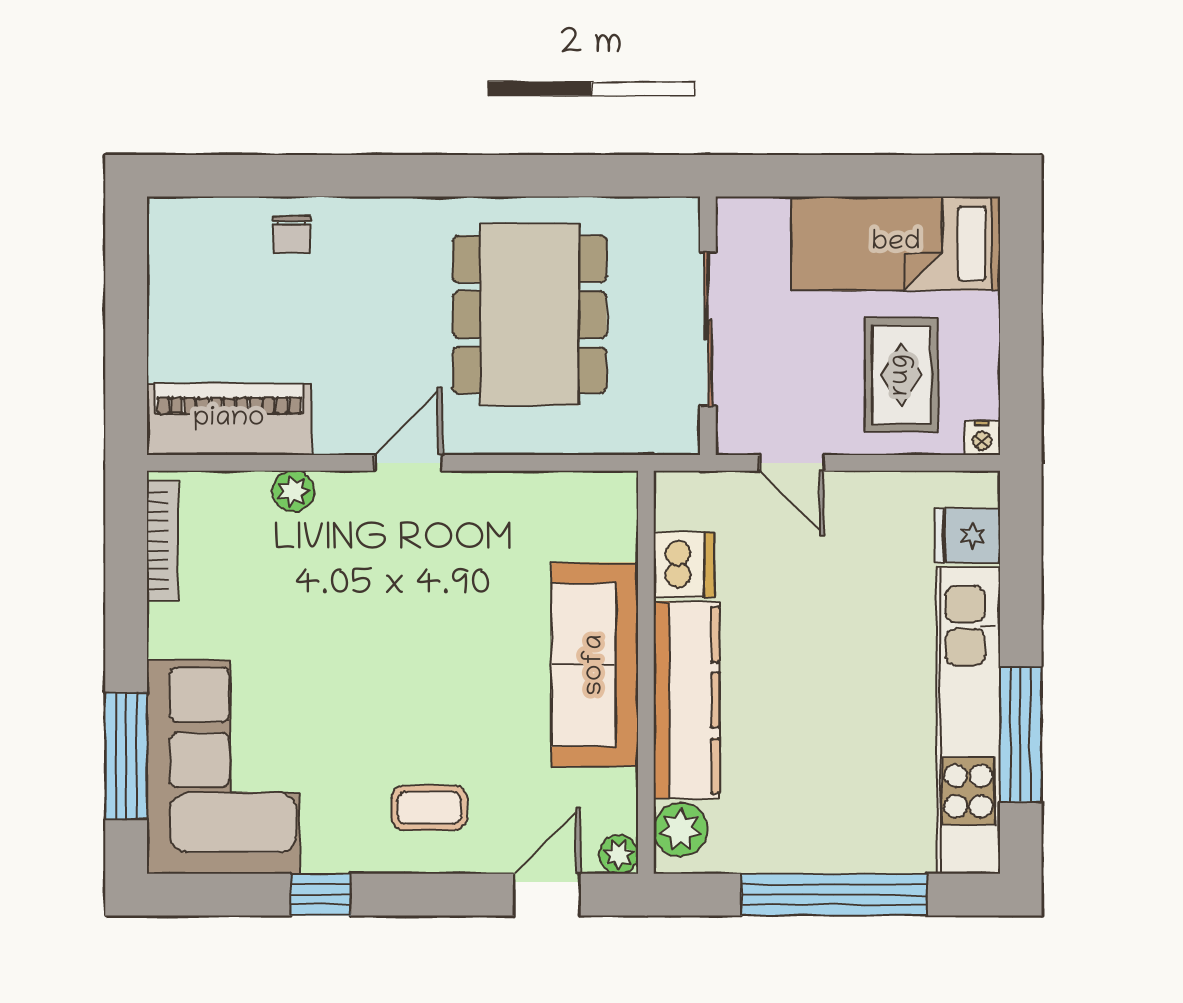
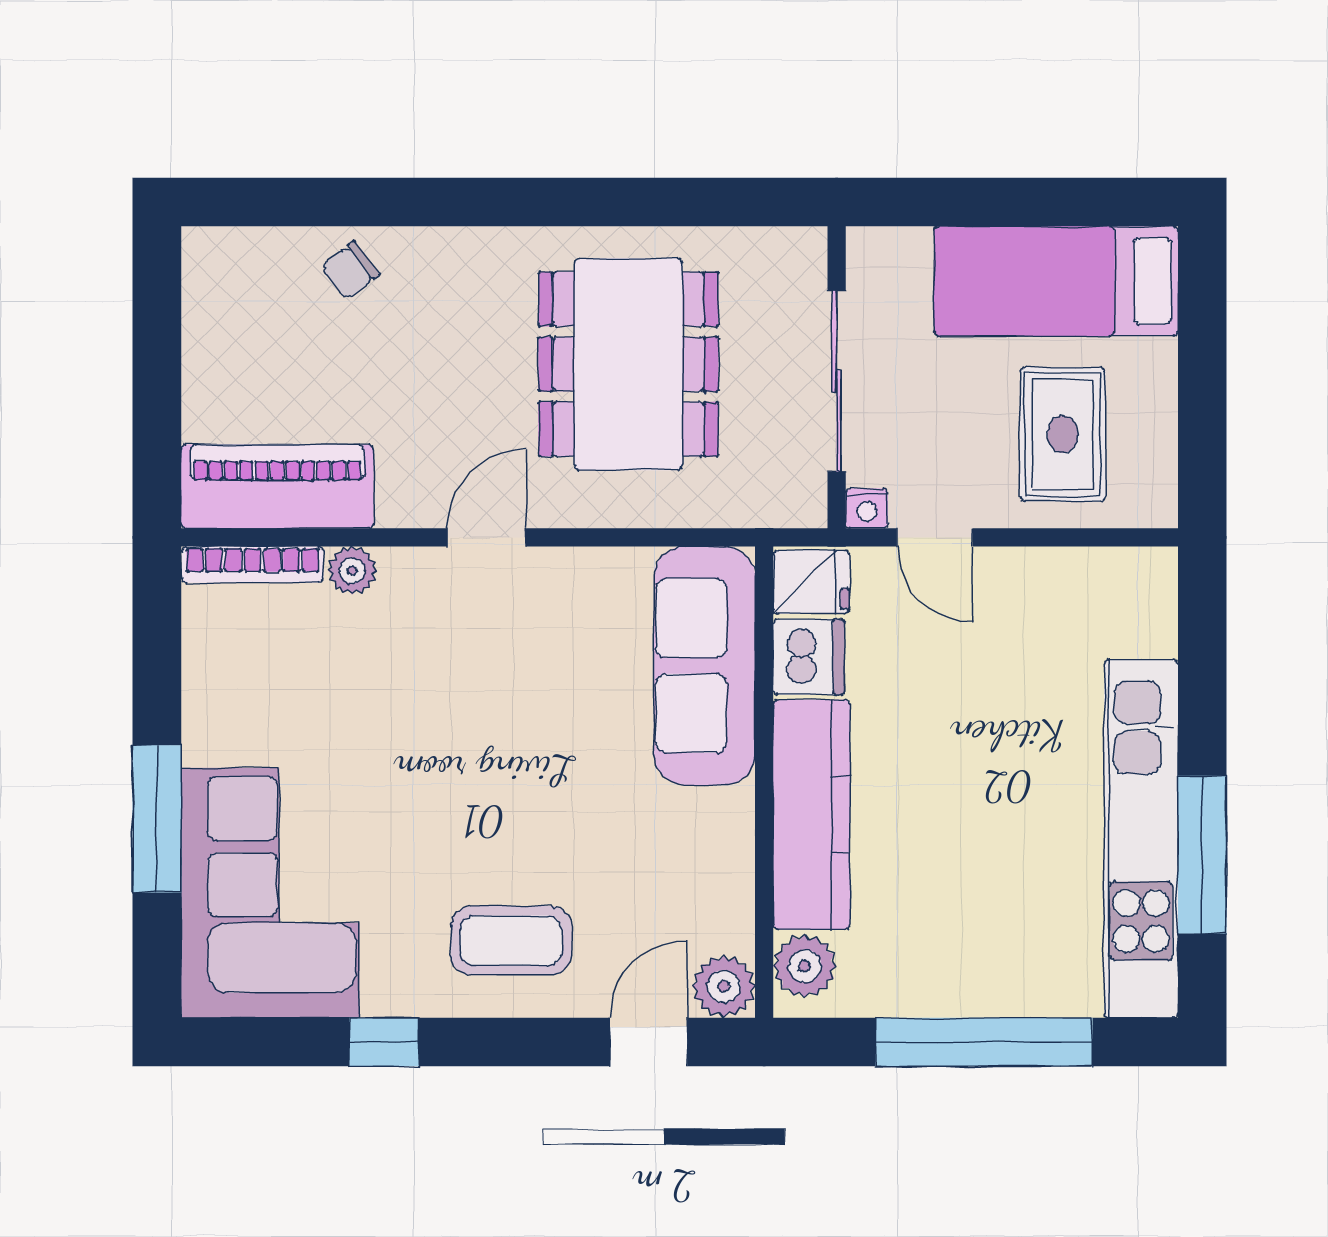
chair: (292, 234) -> (350, 271), turned 53
nightstand: (982, 438) -> (867, 508), moved
fridge: (967, 536) -> (811, 582), moved, turned 180
bookcase: (162, 540) -> (253, 564), moved, turned 90
sofa: (595, 665) -> (704, 666), moved
window: (126, 756) -> (157, 819), moved
coffee table: (429, 808) -> (511, 941), width x1.36, depth x1.30
plant: (619, 854) -> (724, 986), width x1.38, depth x1.38

